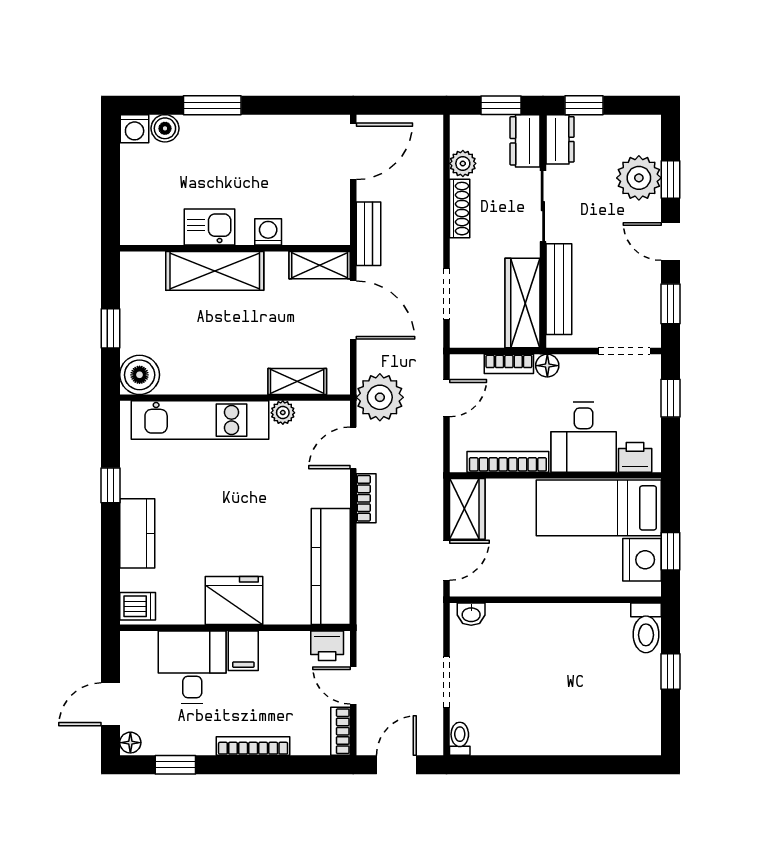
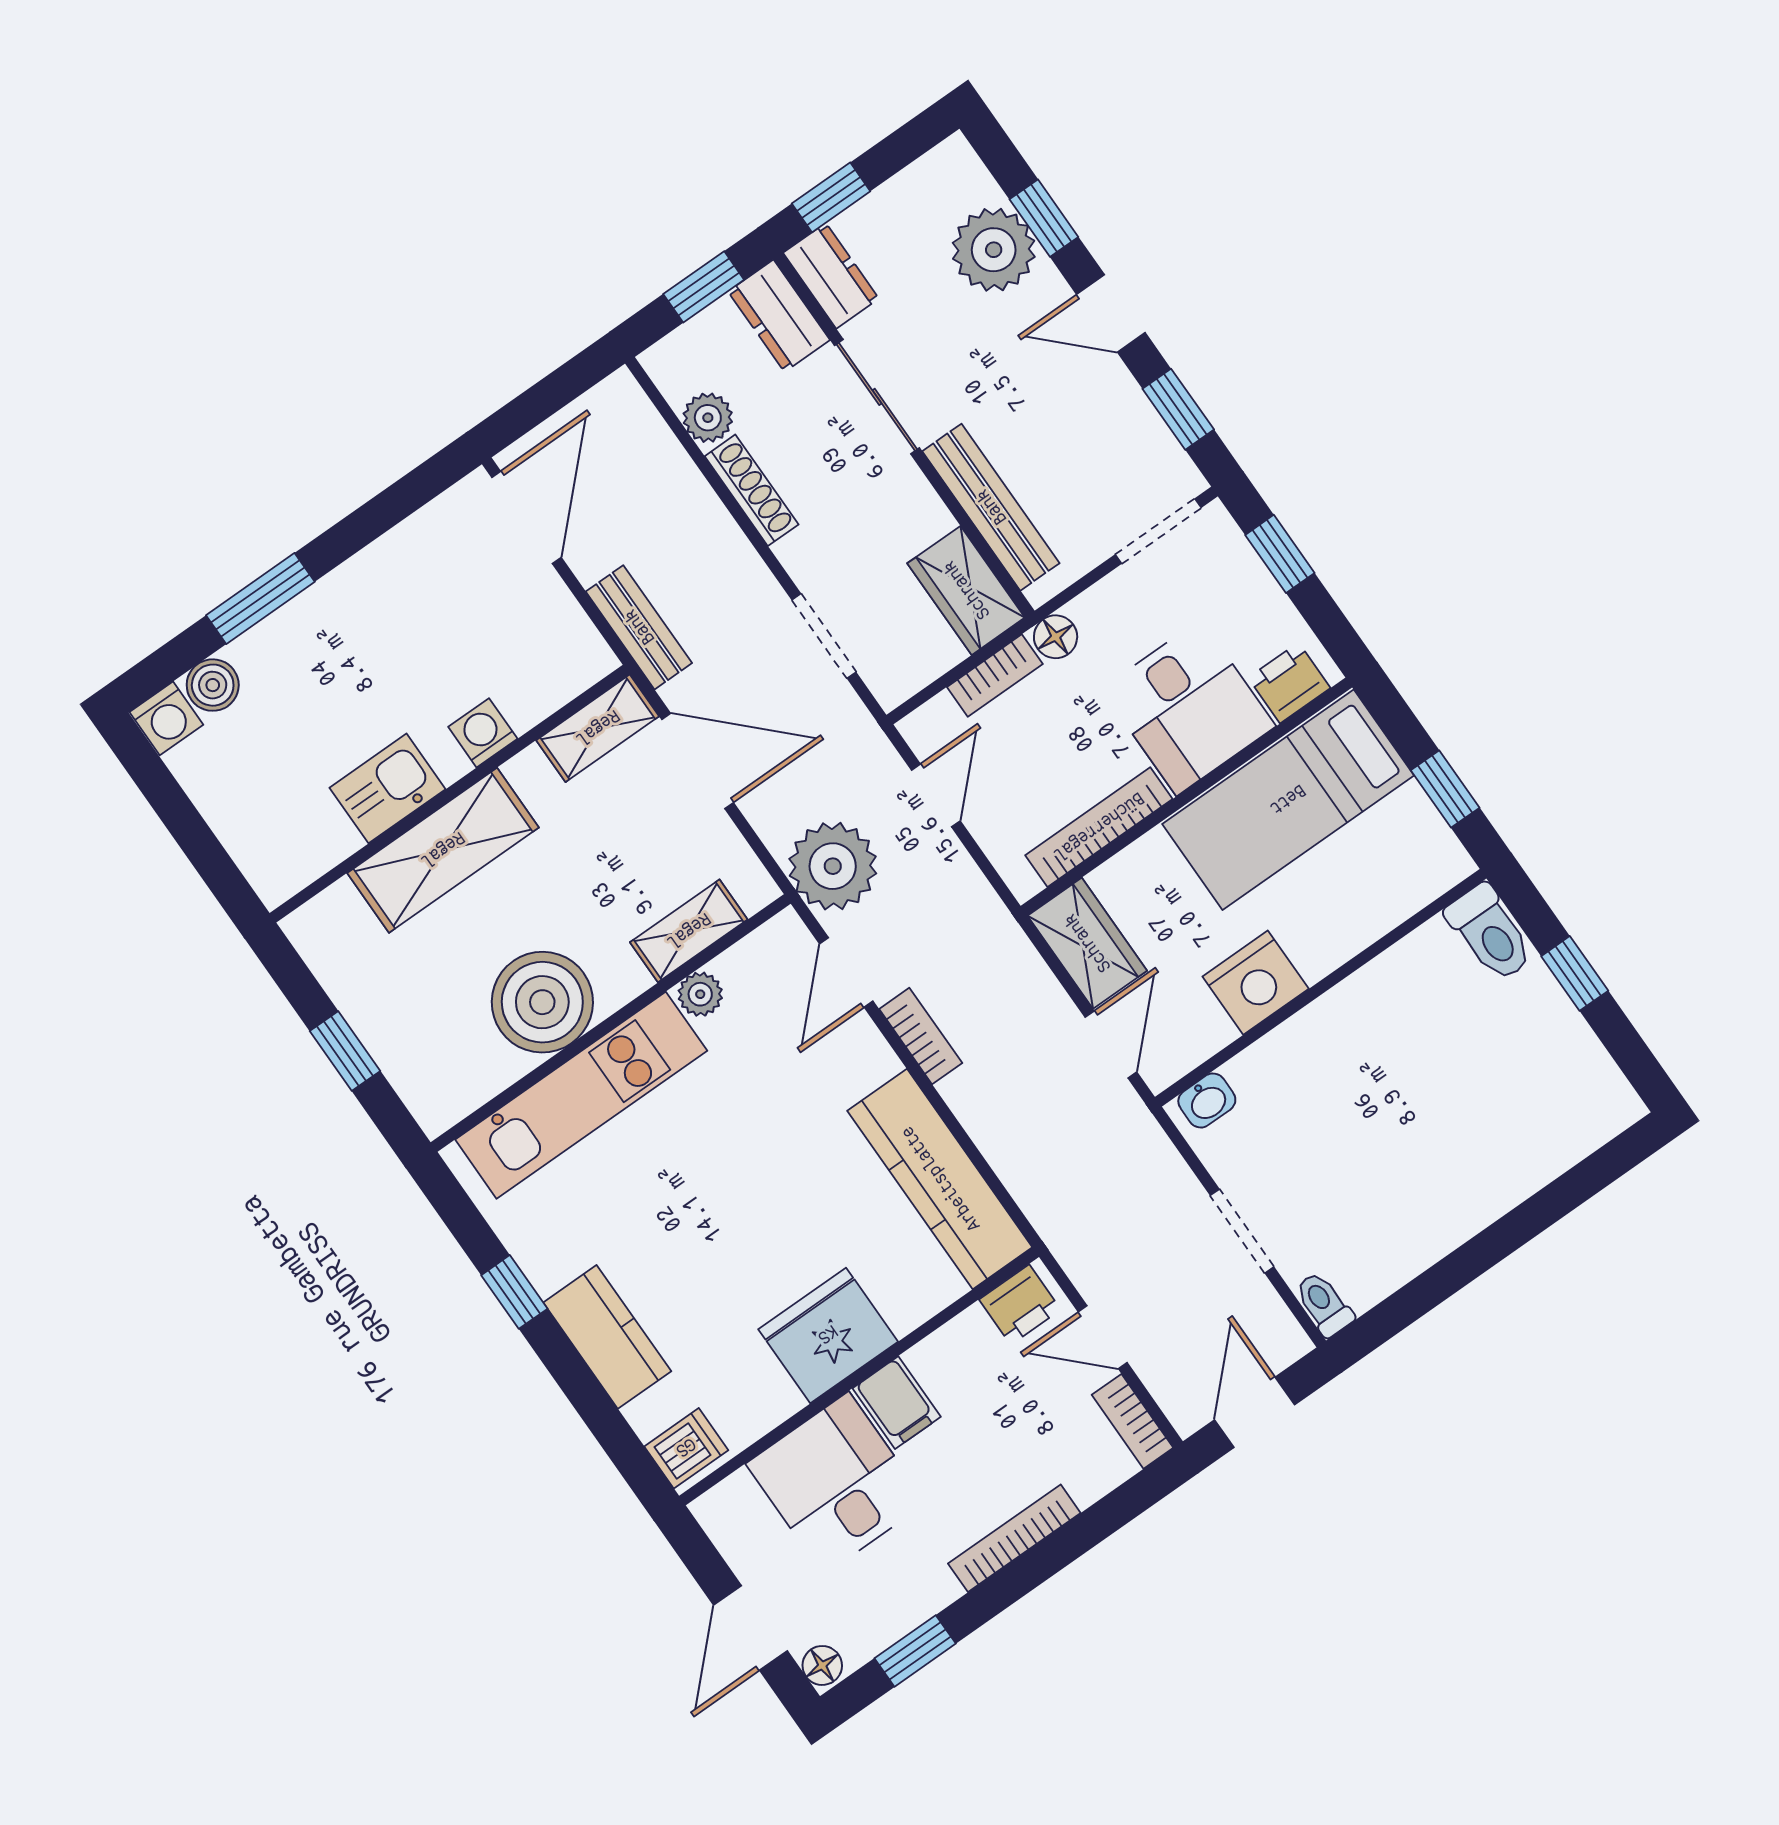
wardrobe: (522, 303) -> (966, 590), width x0.67
boiler: (140, 375) -> (542, 1002), moved, width x1.37, depth x1.37
nightstand: (642, 560) -> (1256, 983), moved, turned 90

